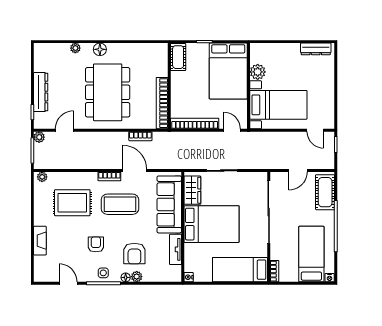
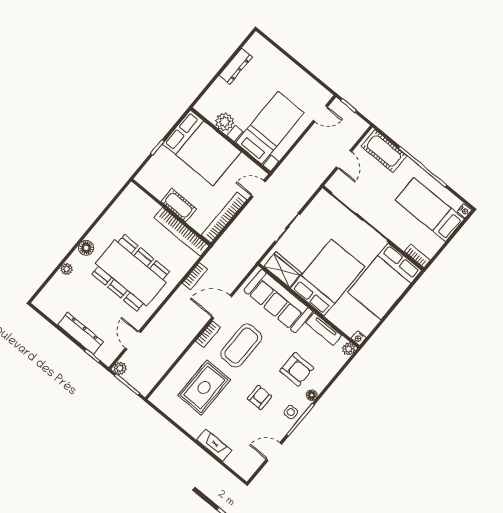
dresser: (316, 49) -> (236, 66), moved
cot: (178, 57) -> (179, 205), moved
plant: (42, 177) -> (158, 395), removed
armchair: (96, 244) -> (259, 397), turned 90
bed: (240, 270) -> (385, 281), width x1.50
plant: (137, 277) -> (349, 349), moved

